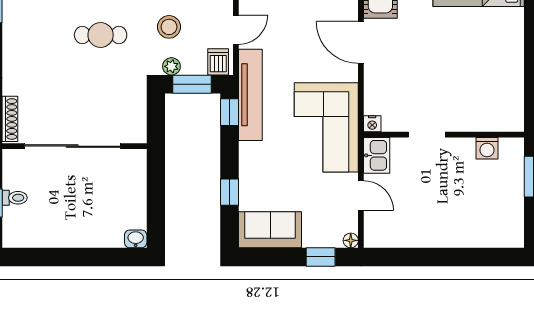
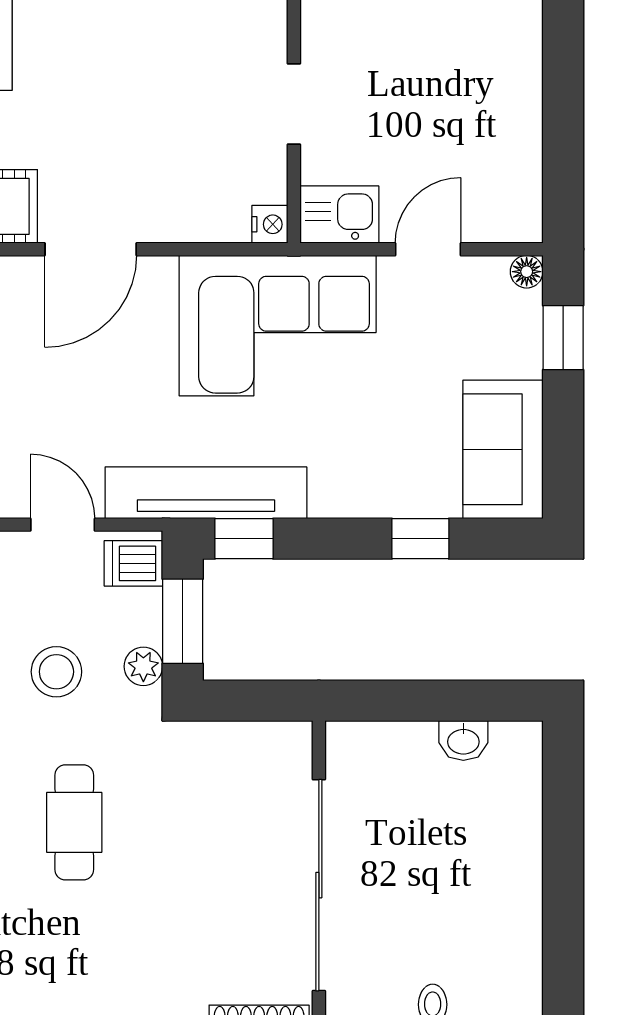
washbasin: (136, 239) -> (463, 741), moved, turned -90

